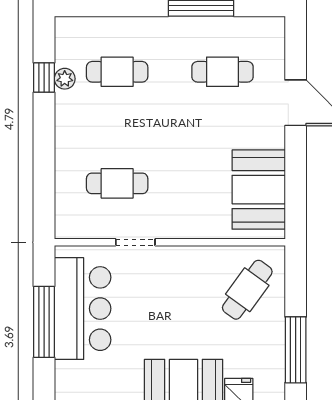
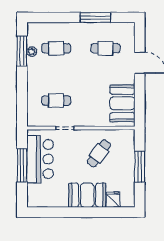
window: (44, 78) -> (22, 51), width x2.17
cafe table: (247, 290) -> (99, 153), moved
window: (296, 350) -> (140, 167), moved

